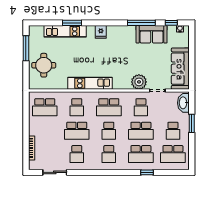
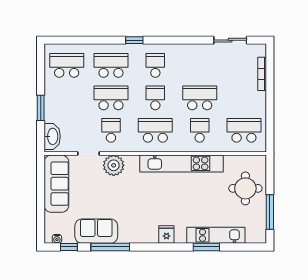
kitchen unit: (90, 83) -> (181, 163), width x1.36
school desk: (173, 131) -> (67, 98), removed
school desk: (77, 154) -> (200, 65), removed
window: (147, 172) -> (134, 40), moved

